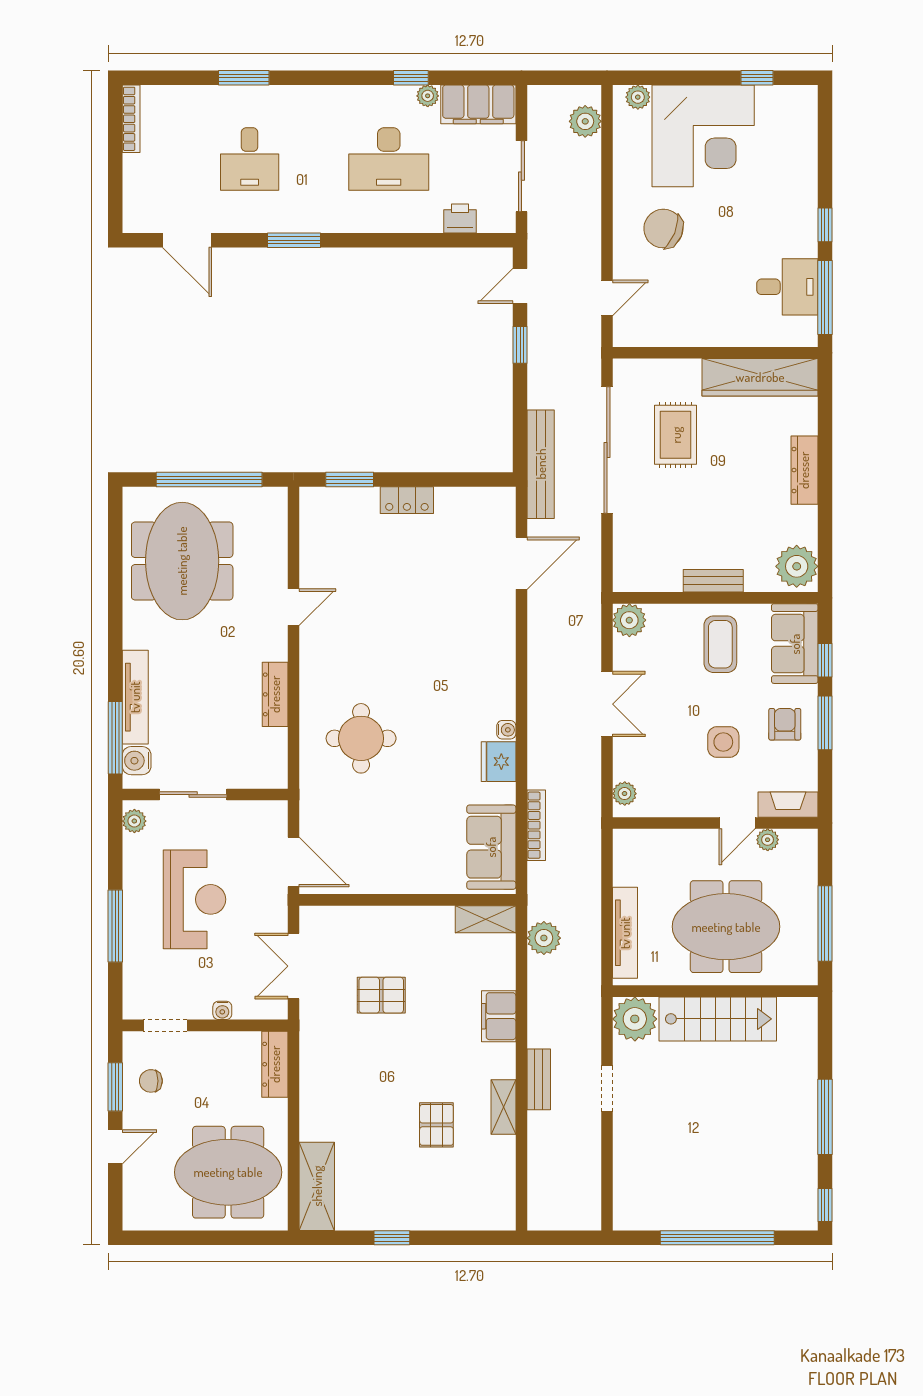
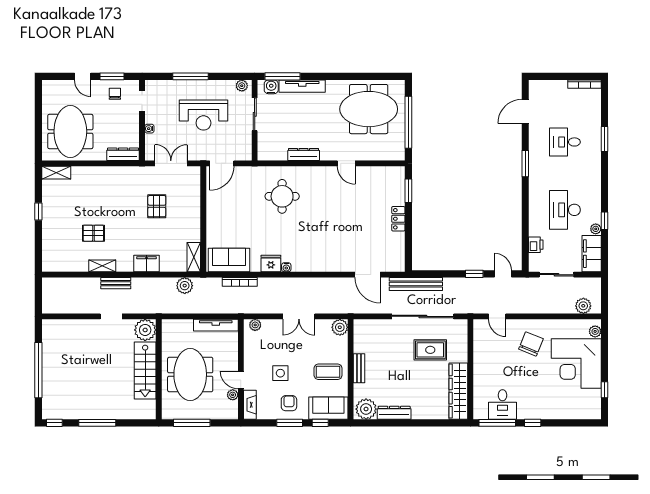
dresser: (804, 470) -> (394, 413), moved
armchair: (785, 724) -> (289, 403), turned -90
tv unit: (625, 933) -> (216, 325), moved
shelving: (317, 1186) -> (56, 173), width x0.67, depth x0.75

